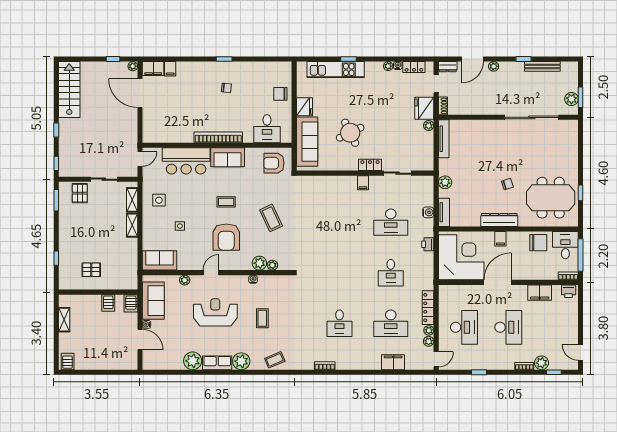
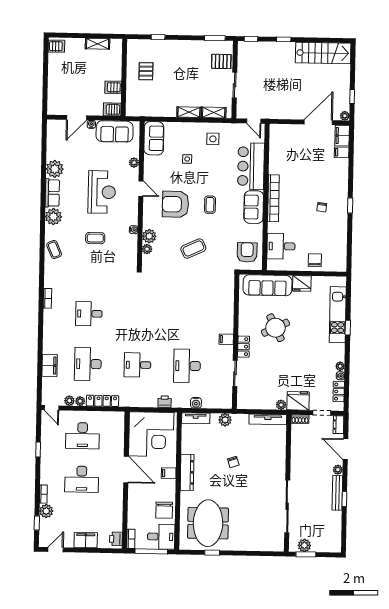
bench: (542, 66) -> (337, 493), moved
chair: (507, 184) -> (233, 462), moved
filing cabinet: (540, 293) -> (86, 540), moved, turned 90

